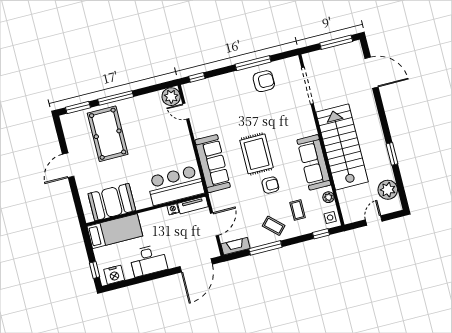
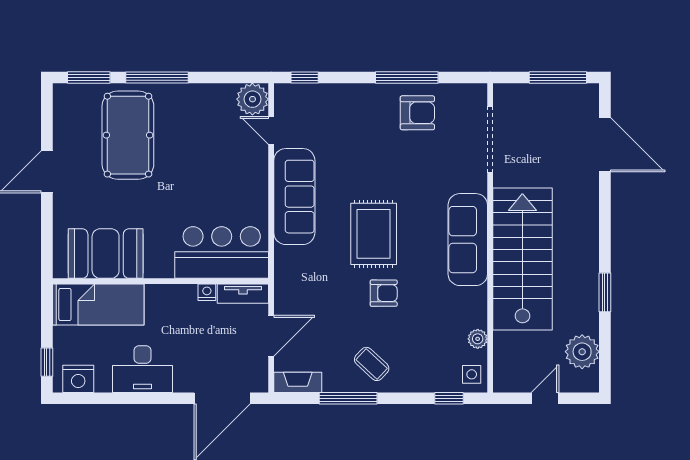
sofa: (314, 162) -> (468, 240), moved
sofa: (213, 164) -> (294, 197), moved
coffee table: (298, 210) -> (419, 347), removed

